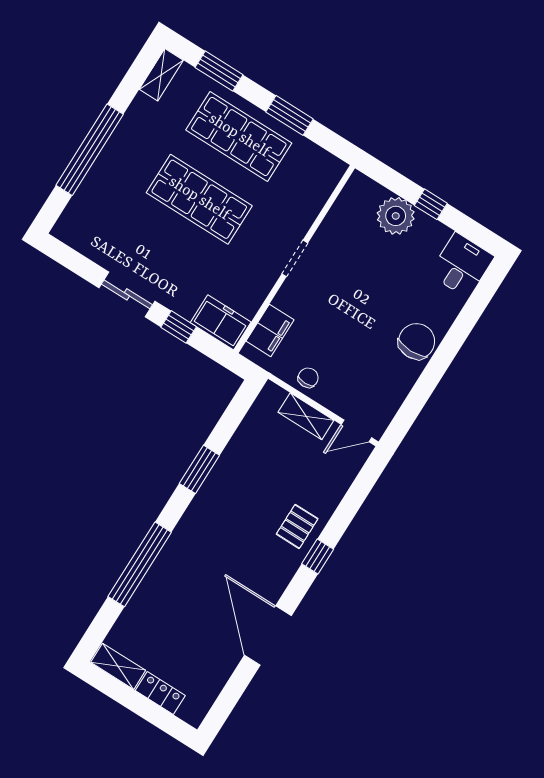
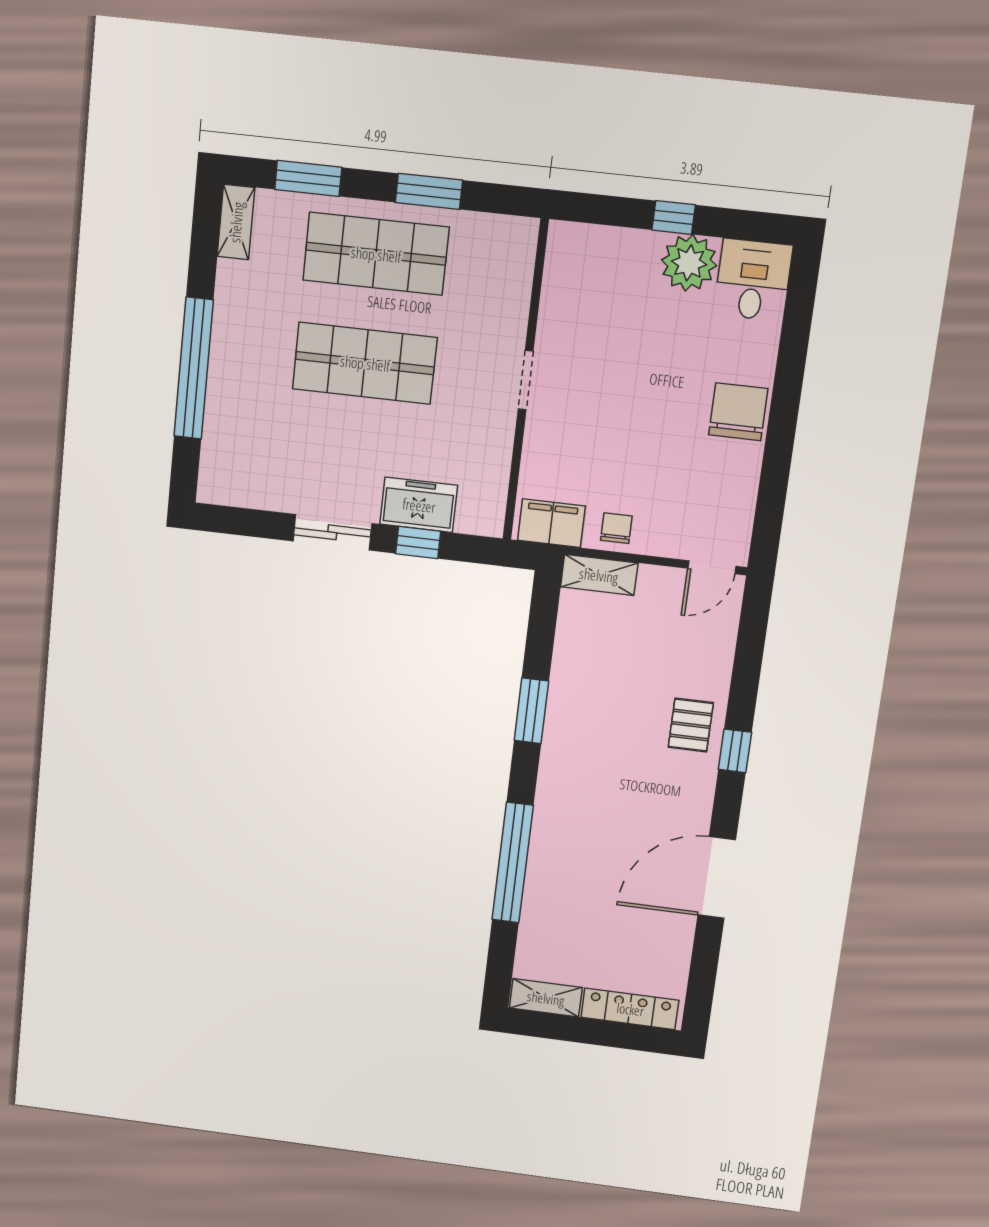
plant: (396, 216) -> (689, 263), moved
freezer: (221, 322) -> (419, 505), moved
filing cabinet: (270, 330) -> (551, 523), moved, turned -90
shelving: (306, 416) -> (599, 575), moved
door: (268, 635) -> (717, 878), hinge flipped
locker: (160, 693) -> (630, 1009), width x1.53

